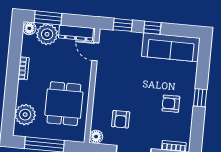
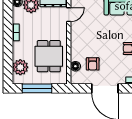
door: (95, 52) -> (69, 15), swing flipped
floor lamp: (96, 137) -> (75, 66), moved

